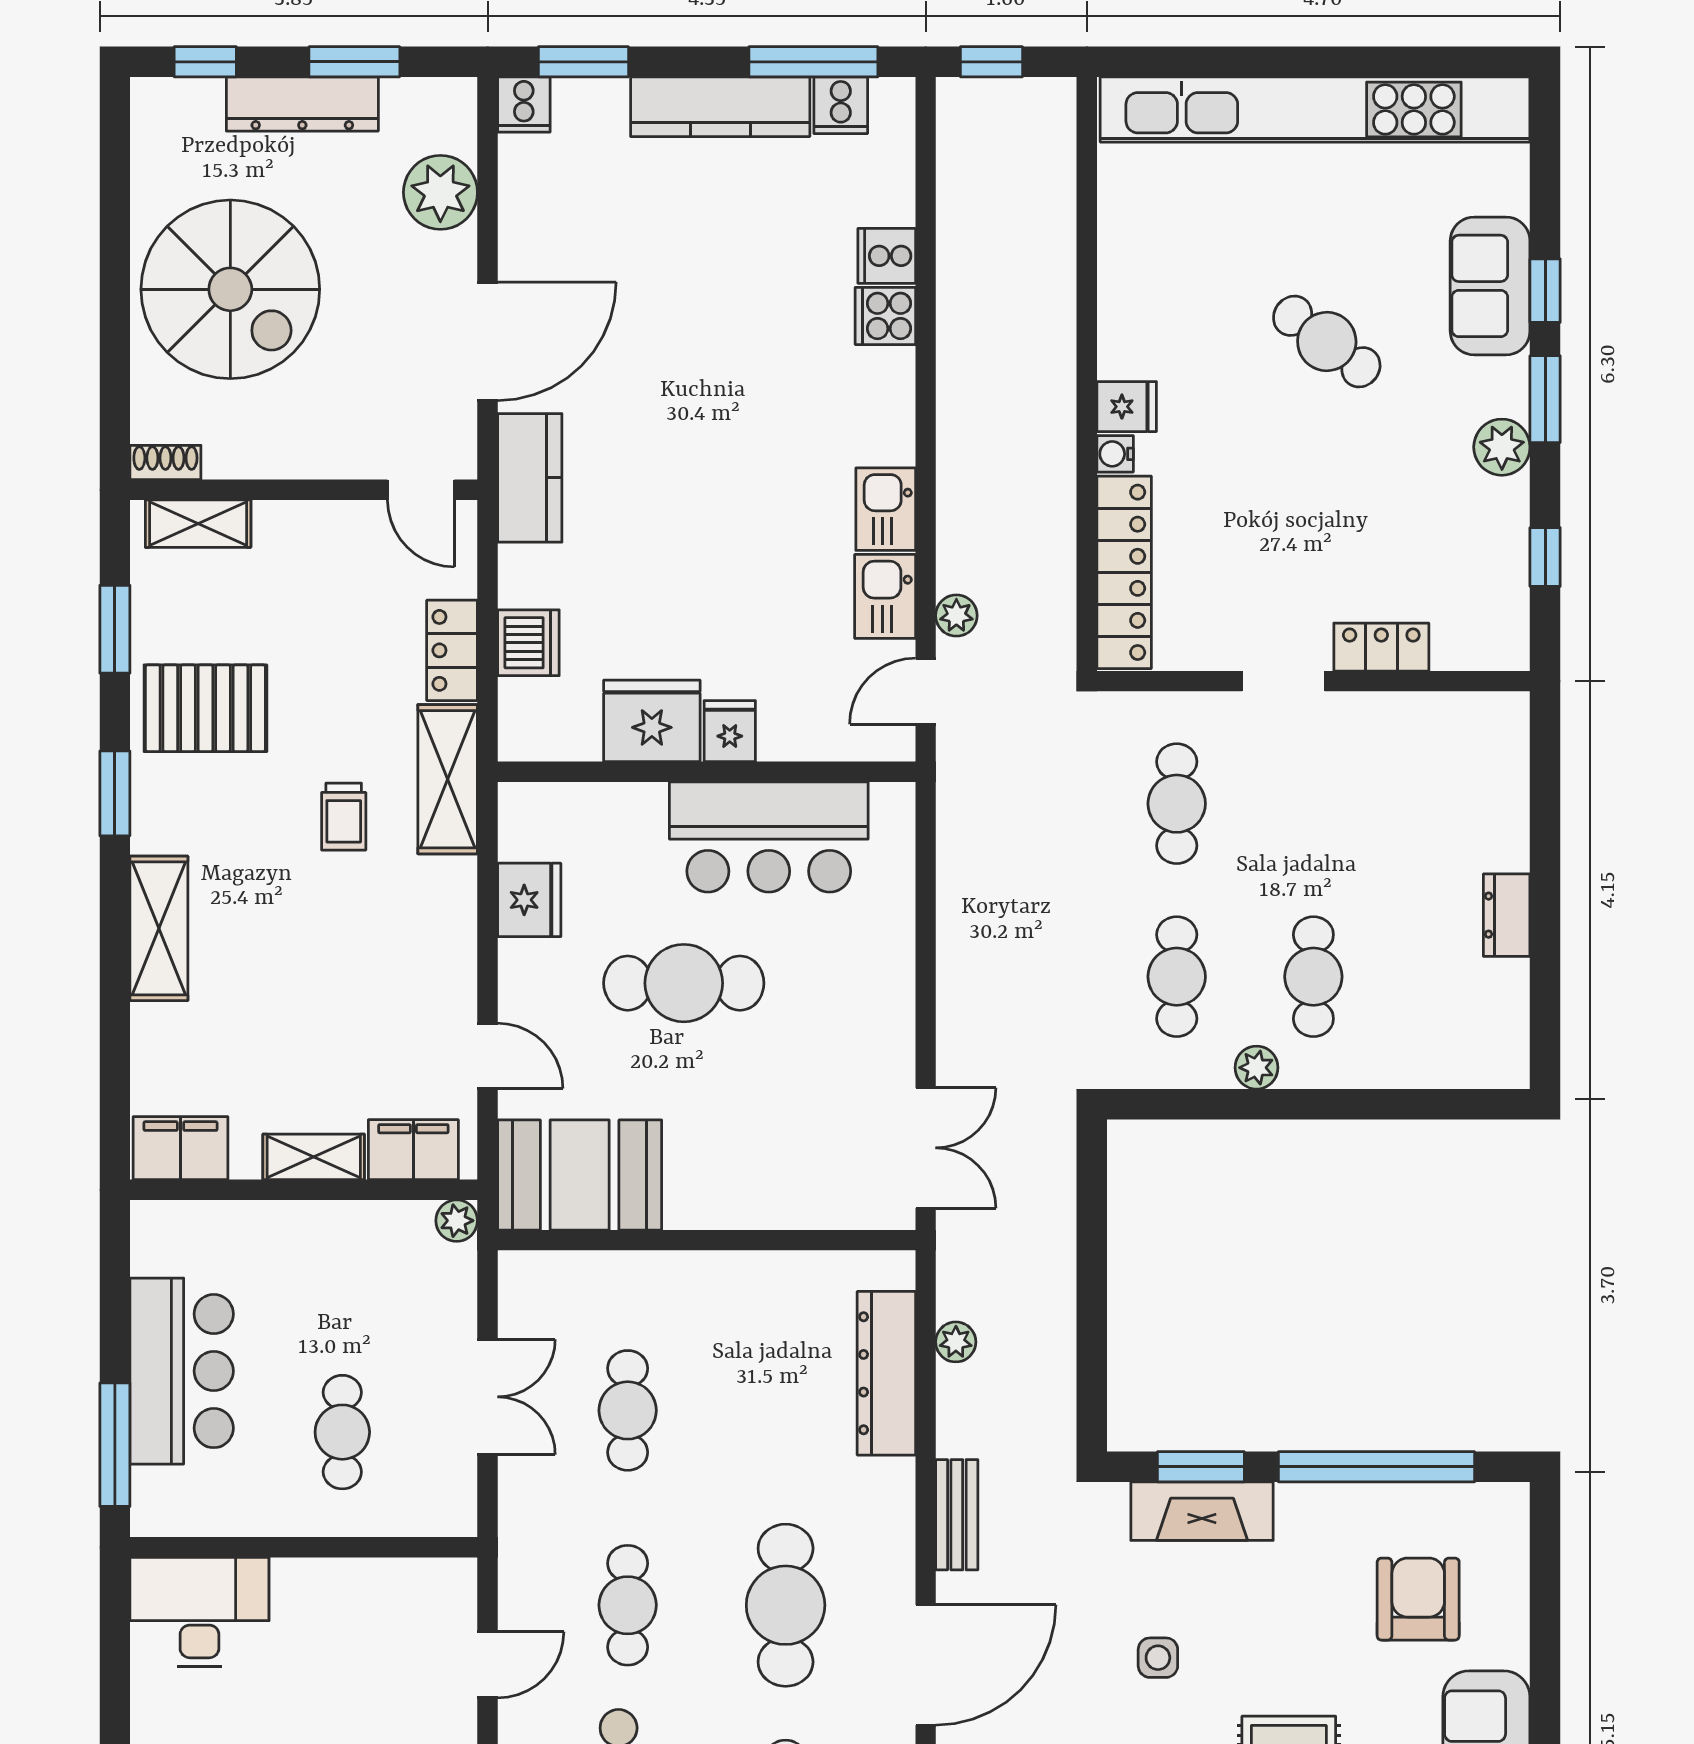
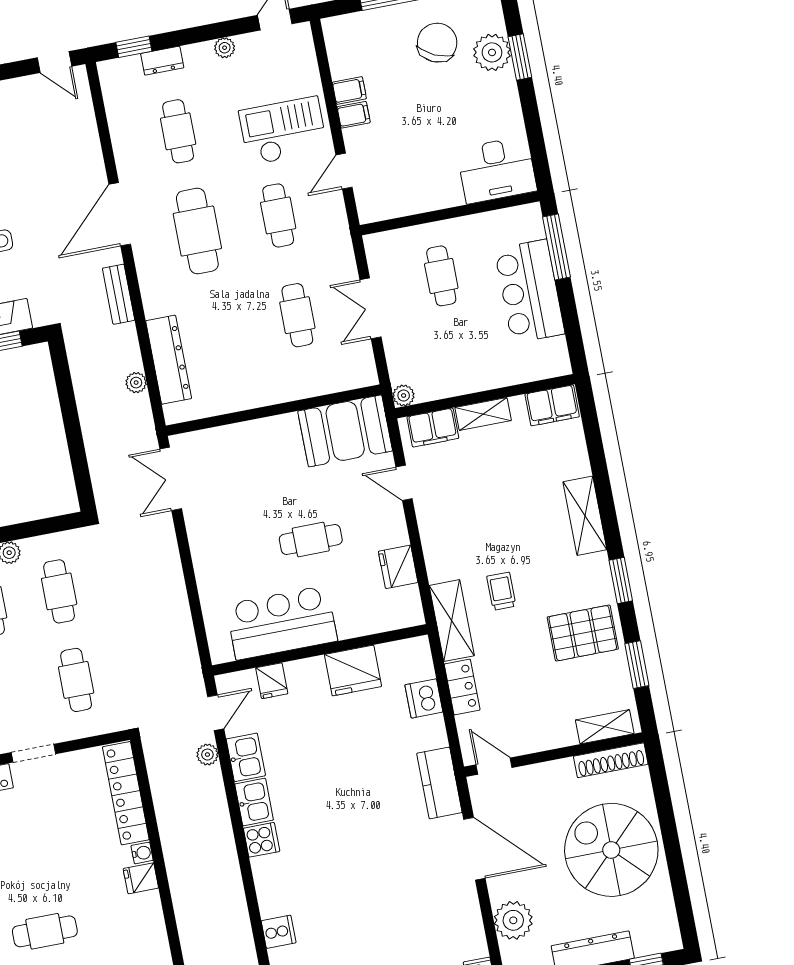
cooker: (885, 316) -> (262, 840), moved
door: (488, 341) -> (474, 849), swing flipped
cafe table: (1327, 342) -> (45, 931), turned -37
shoe rack: (165, 463) -> (611, 760), width x1.94, depth x1.24
fridge: (730, 731) -> (272, 681), moved
cafe table: (684, 983) -> (311, 539), width x0.73, depth x0.74

